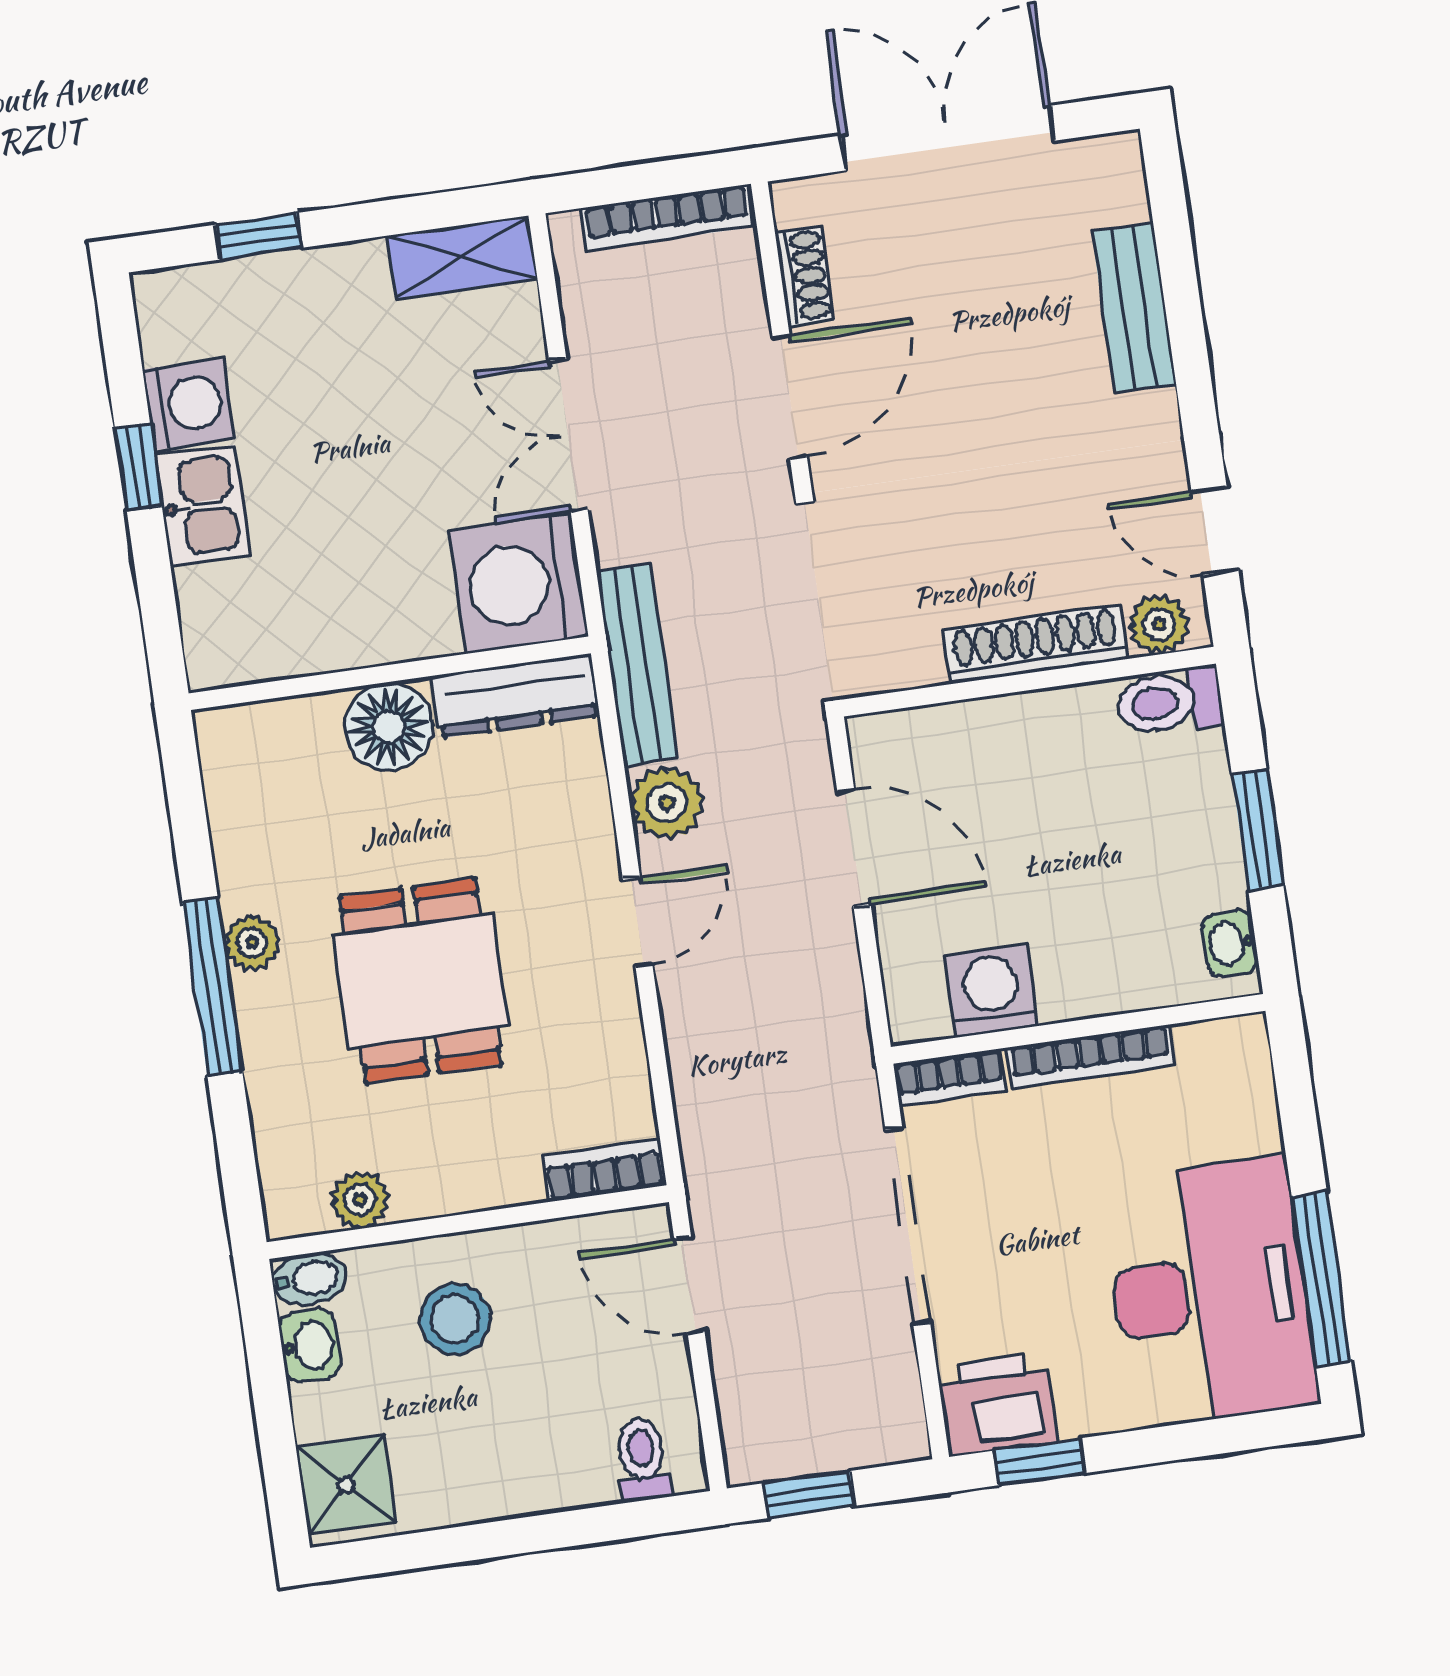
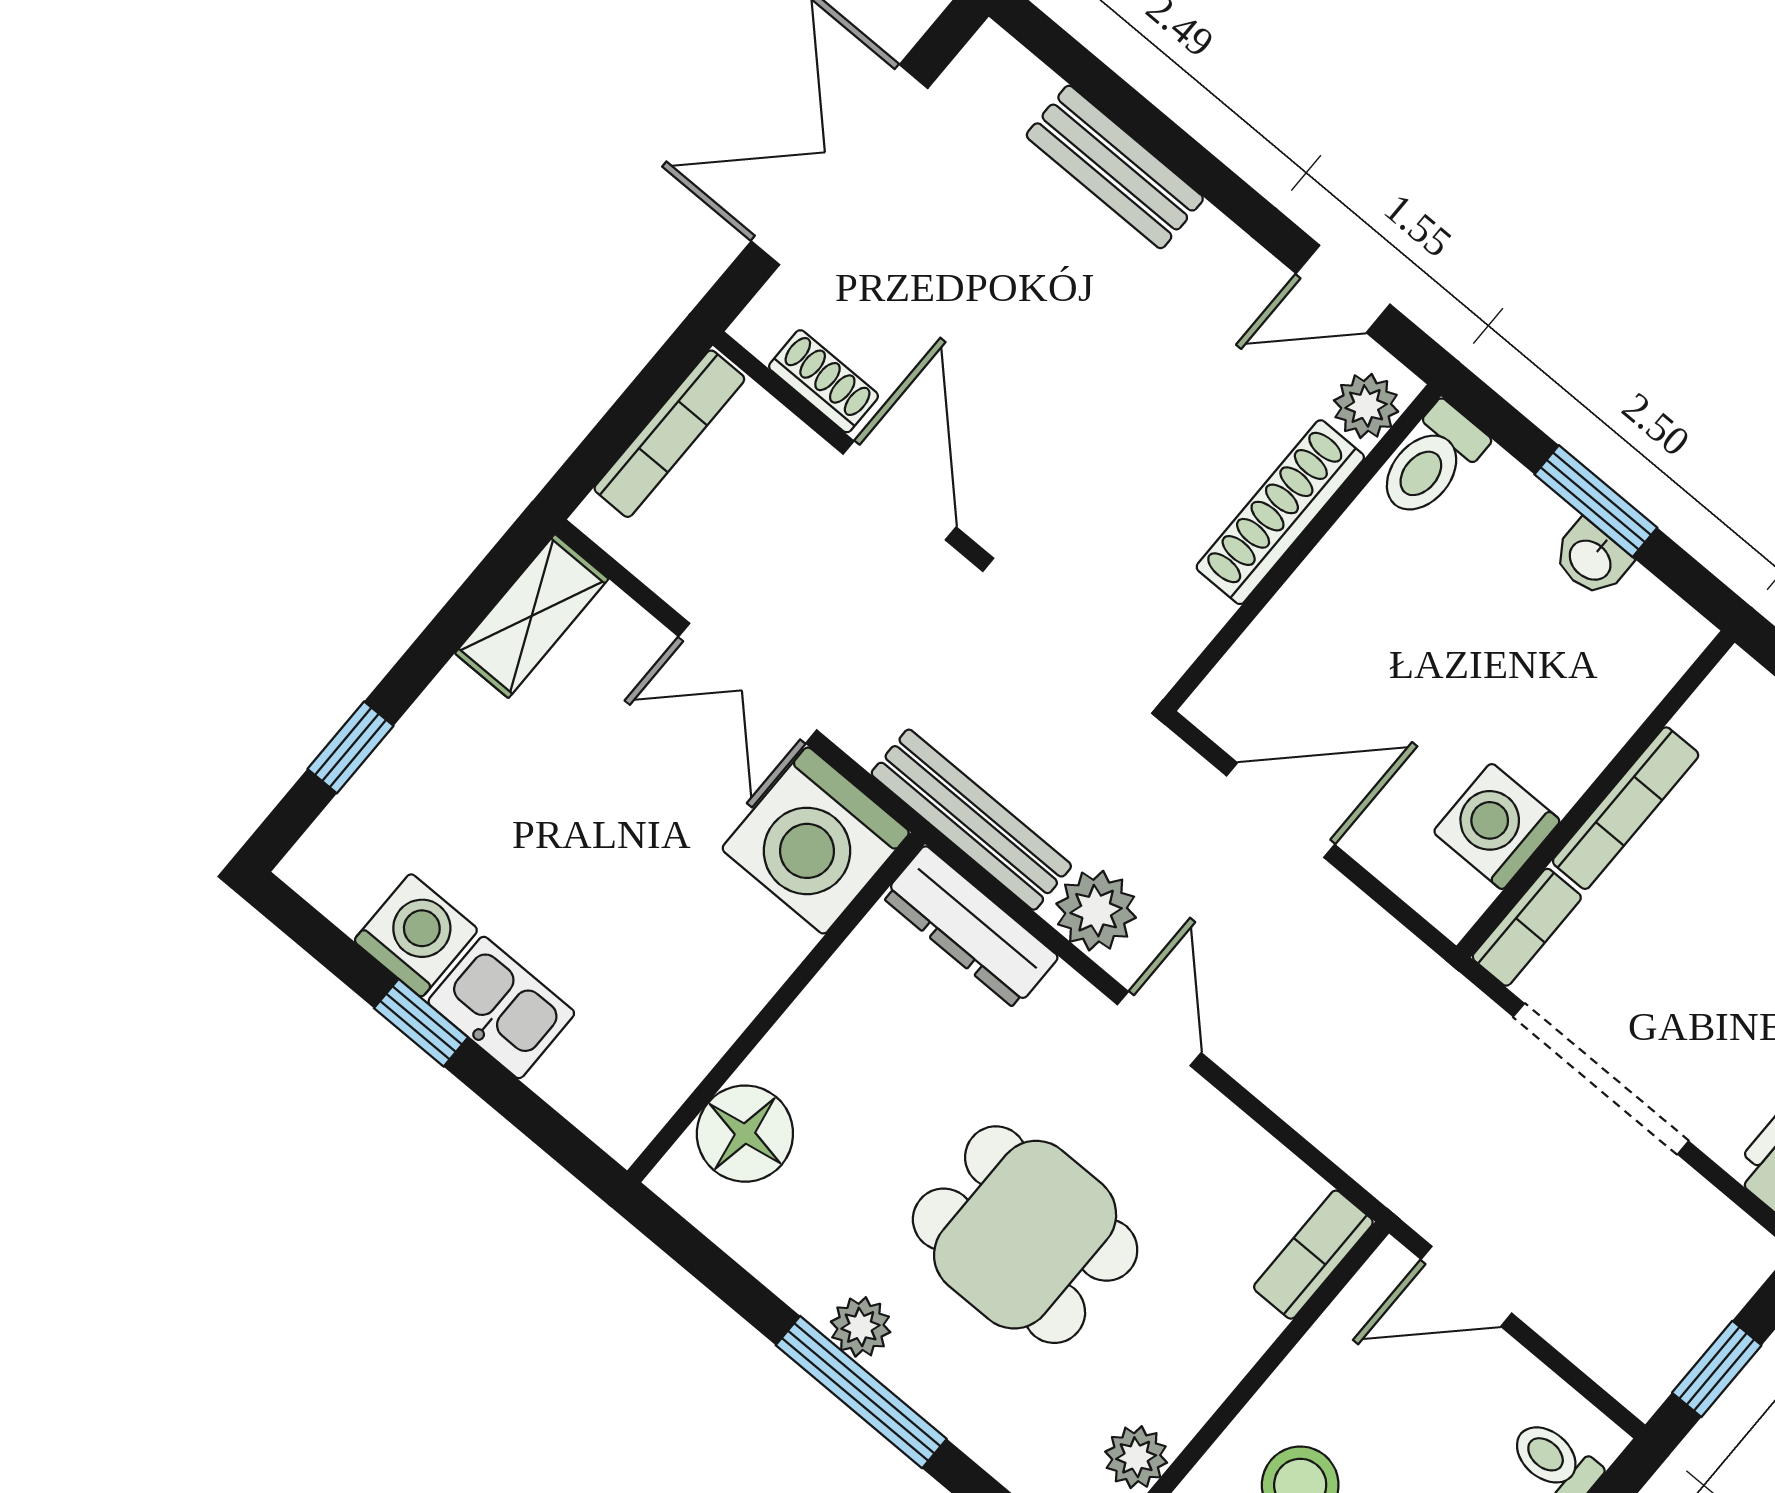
dresser: (516, 696) -> (970, 927), moved, turned 90
floor lamp: (389, 726) -> (745, 1134), moved
washbasin: (1230, 943) -> (1591, 559), moved

